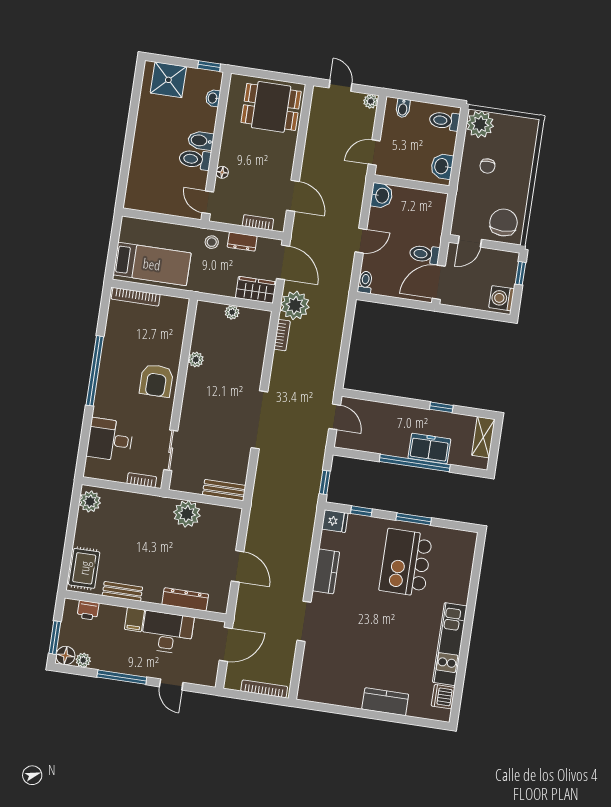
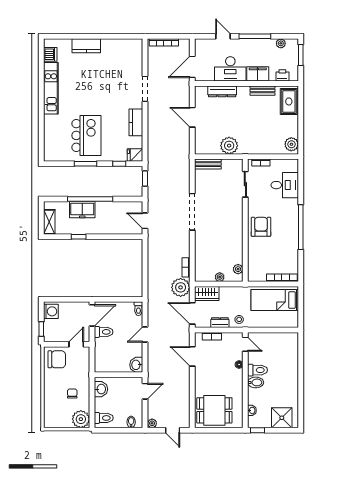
chair: (504, 223) -> (57, 359), turned -90
plant: (196, 360) -> (238, 269), moved
filing cabinet: (134, 620) -> (258, 74), width x2.00
floor lamp: (65, 656) -> (292, 45), removed

